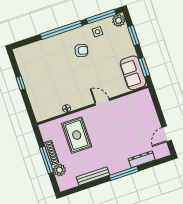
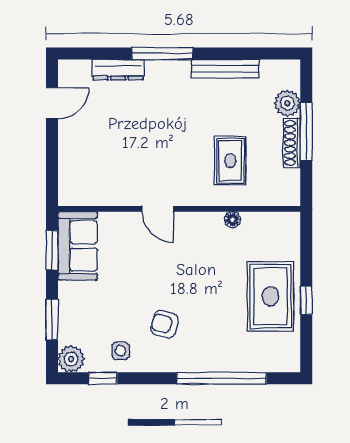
window: (101, 17) -> (103, 378), width x0.46
window: (61, 30) -> (222, 378), moved
rug: (38, 79) -> (270, 296), added
rug: (77, 135) -> (230, 161), width x0.73, depth x0.70

